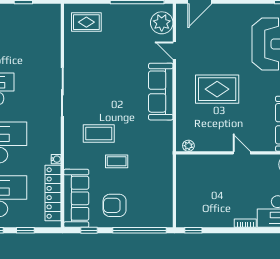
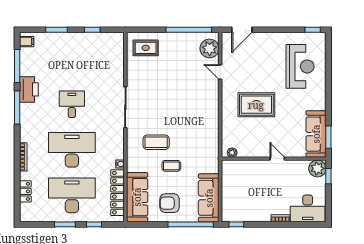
sofa: (161, 92) -> (209, 198), moved
window: (89, 230) -> (148, 224), removed

